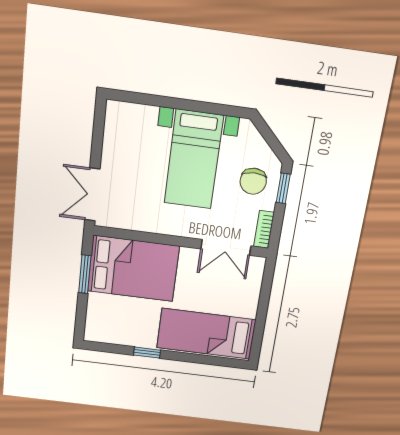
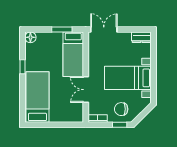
dresser: (115, 121) -> (141, 37), added
double door: (226, 247) -> (86, 90), moved
bed: (133, 269) -> (73, 54), width x0.67
floor lamp: (94, 332) -> (30, 37), added

